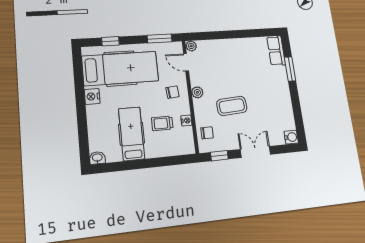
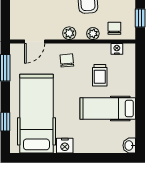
plant: (191, 46) -> (93, 34), moved
nightstand: (186, 121) -> (117, 49), moved

